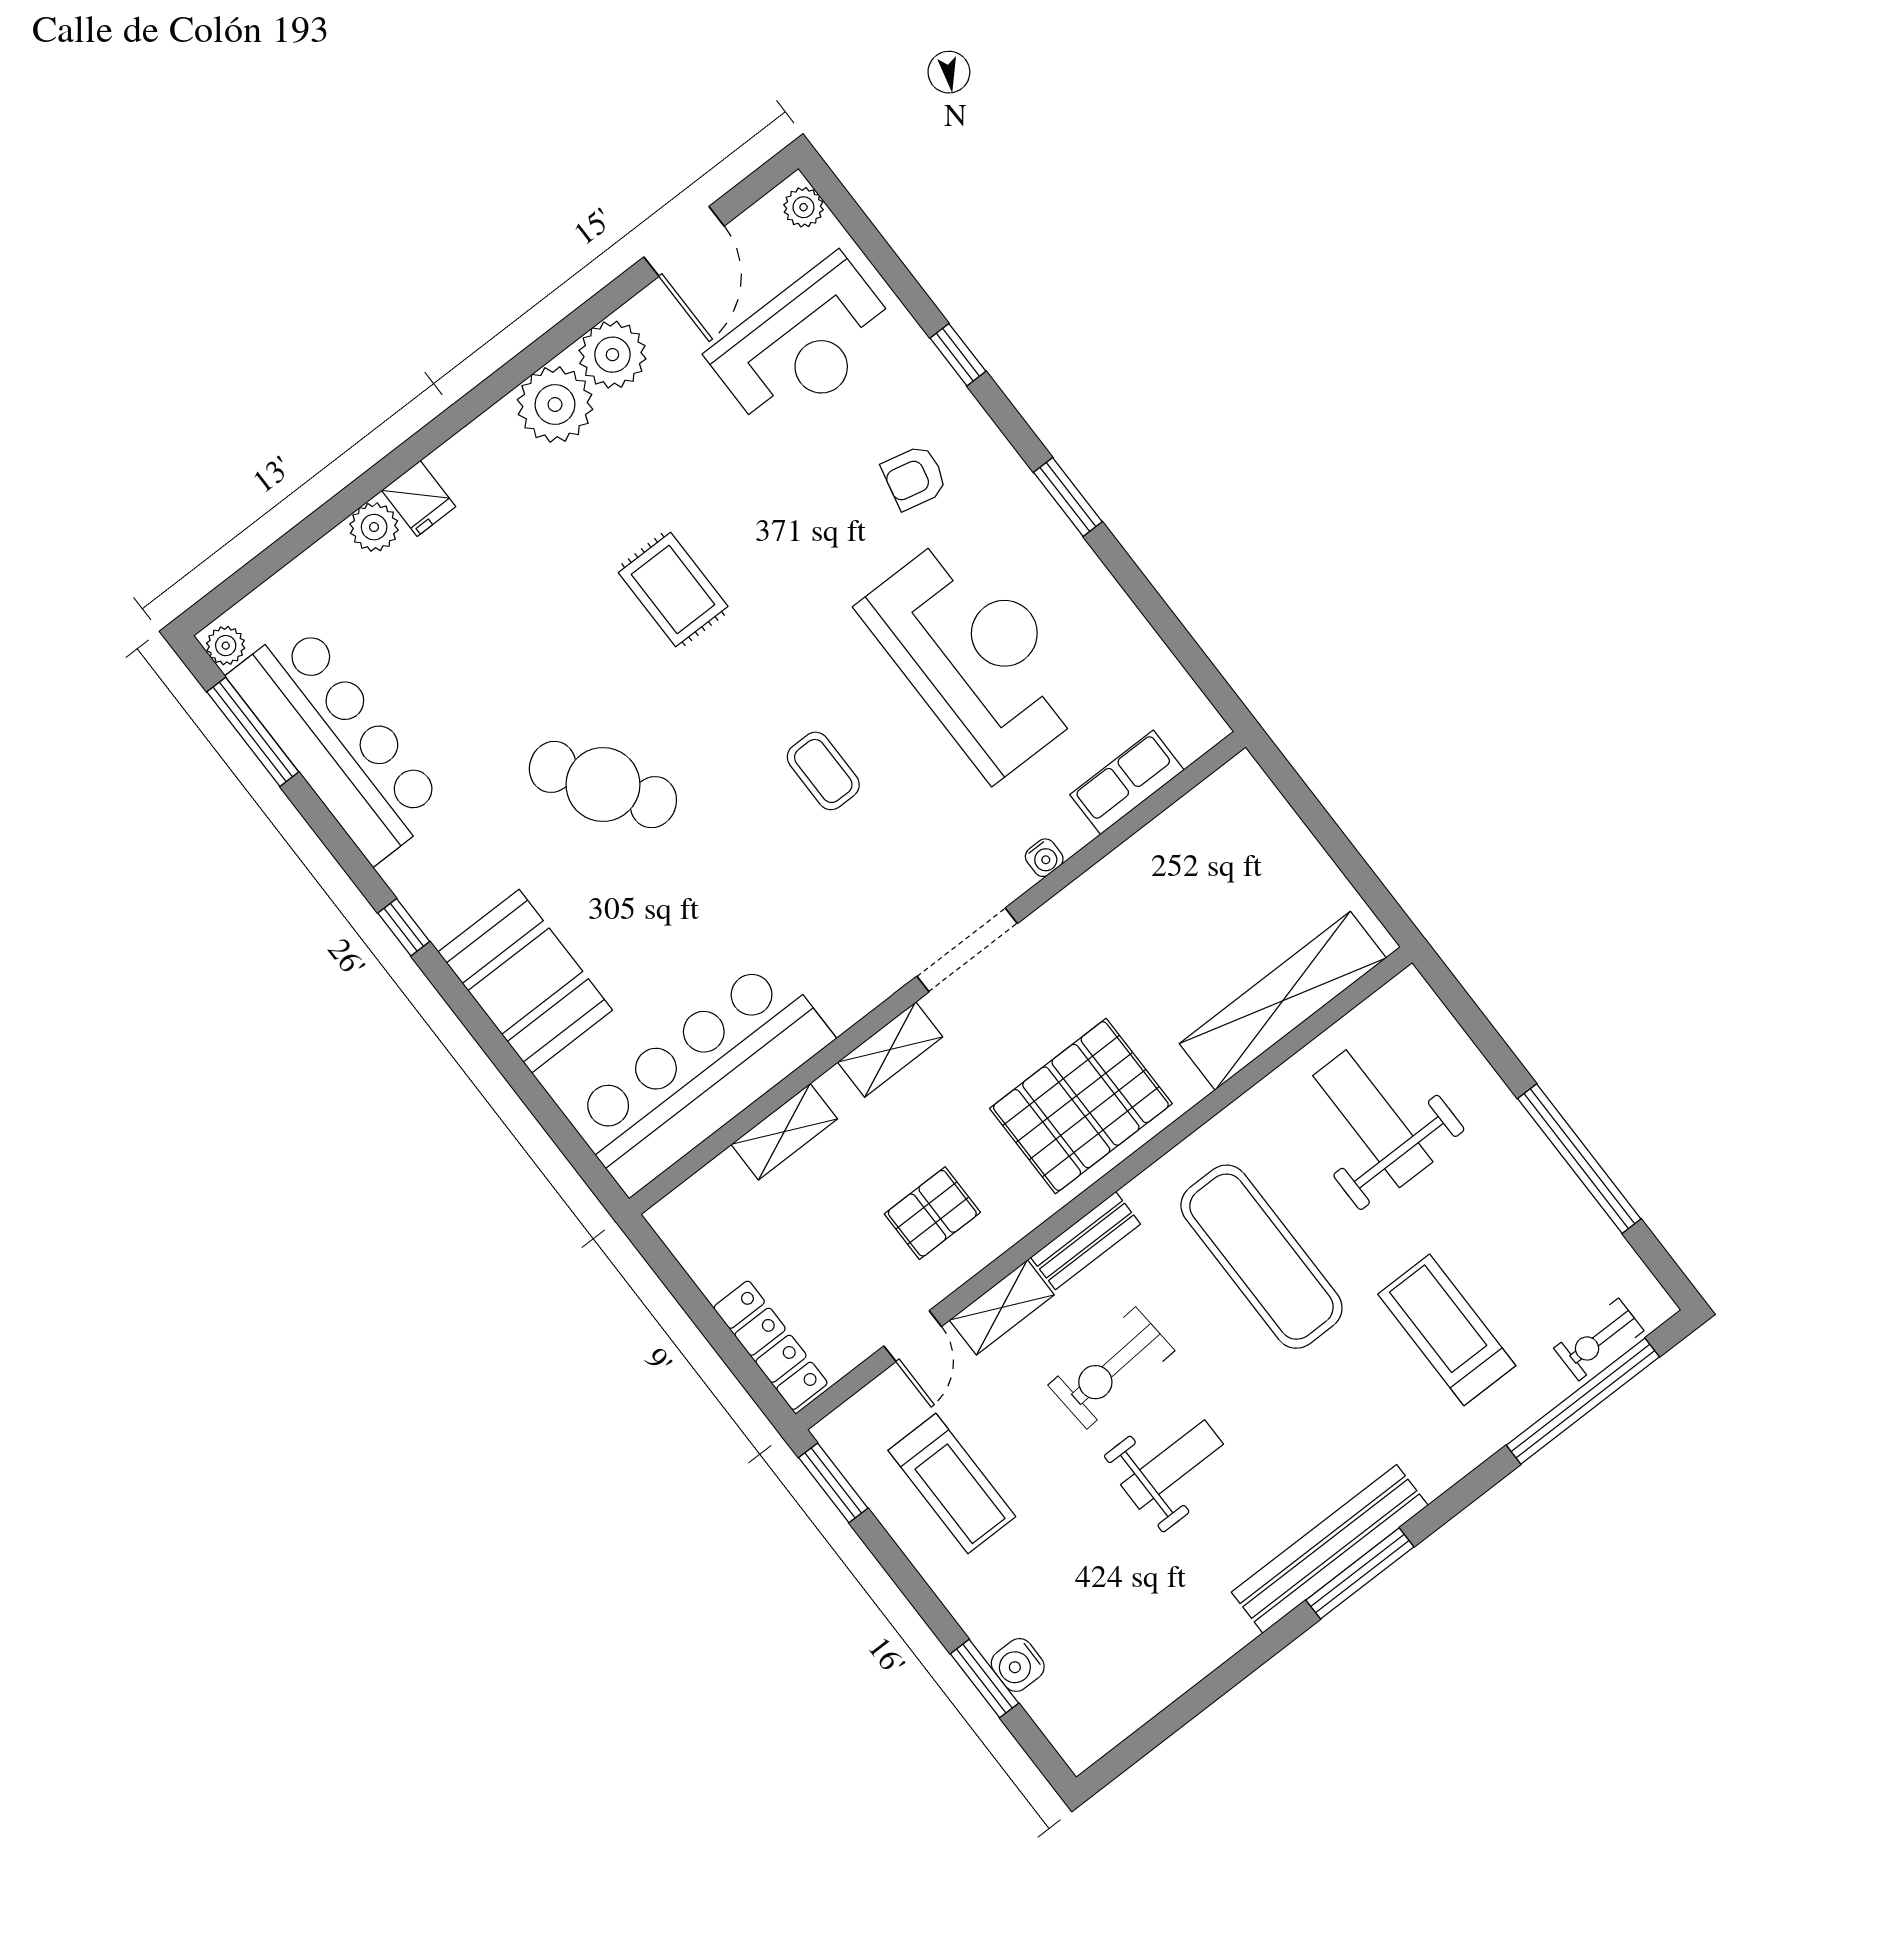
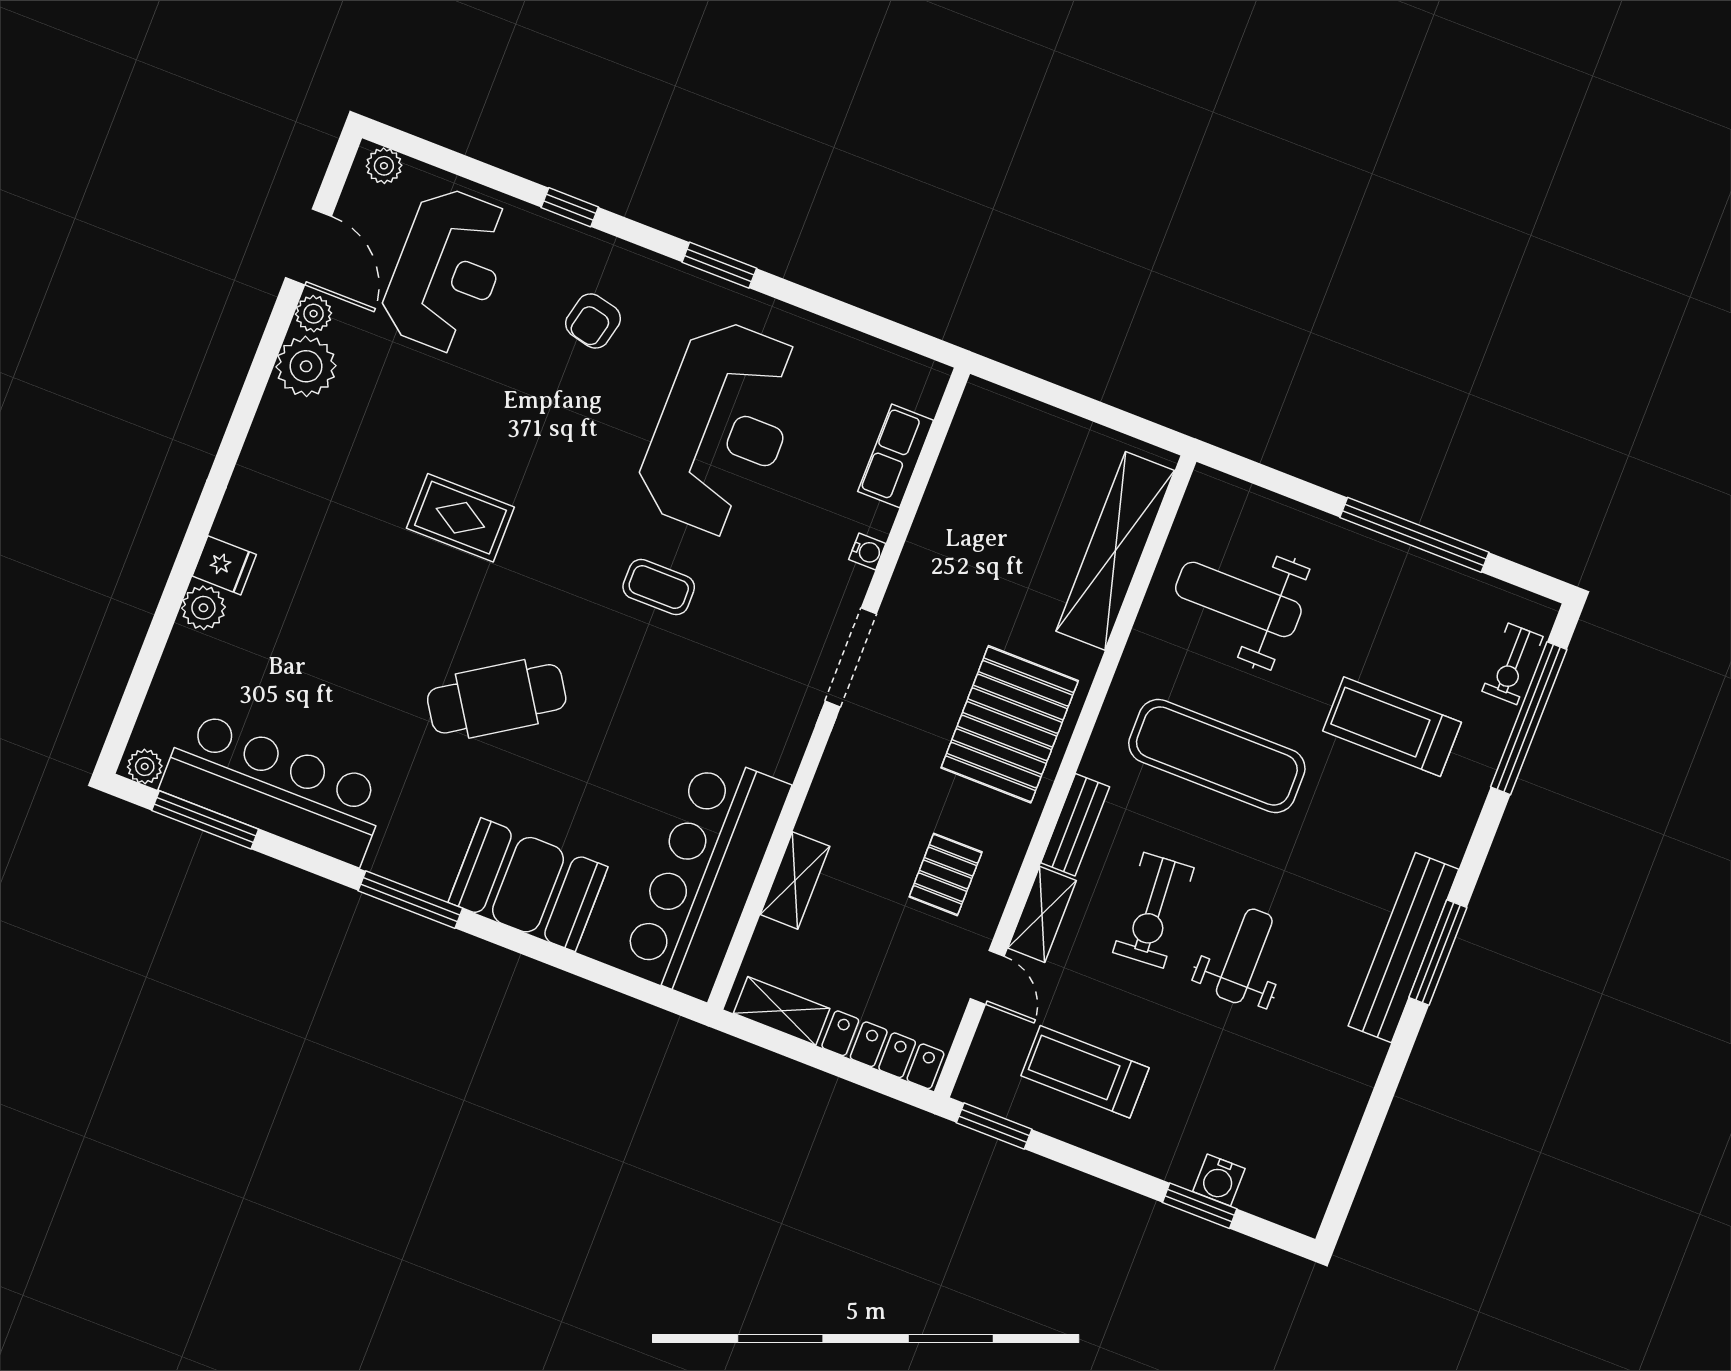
plant: (555, 404) -> (314, 314), moved, width x0.53, depth x0.53
reception desk: (976, 655) -> (722, 428), turned 90
window: (404, 927) -> (410, 900), width x2.17
shelving: (890, 1050) -> (782, 1011), moved, turned 90
treadmill: (952, 1483) -> (1085, 1072), turned 180

